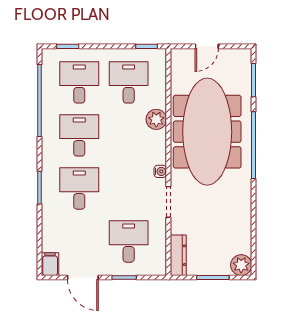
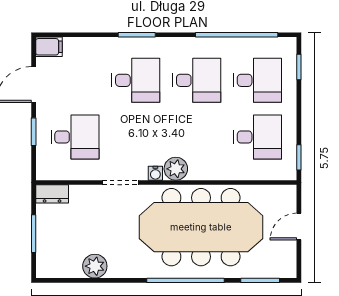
door: (207, 46) -> (299, 227), hinge flipped
plant: (156, 119) -> (176, 169), moved
dresser: (178, 255) -> (52, 194), width x0.70
plant: (241, 265) -> (95, 266), moved

